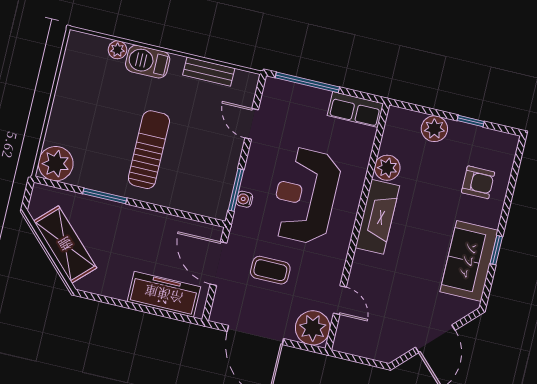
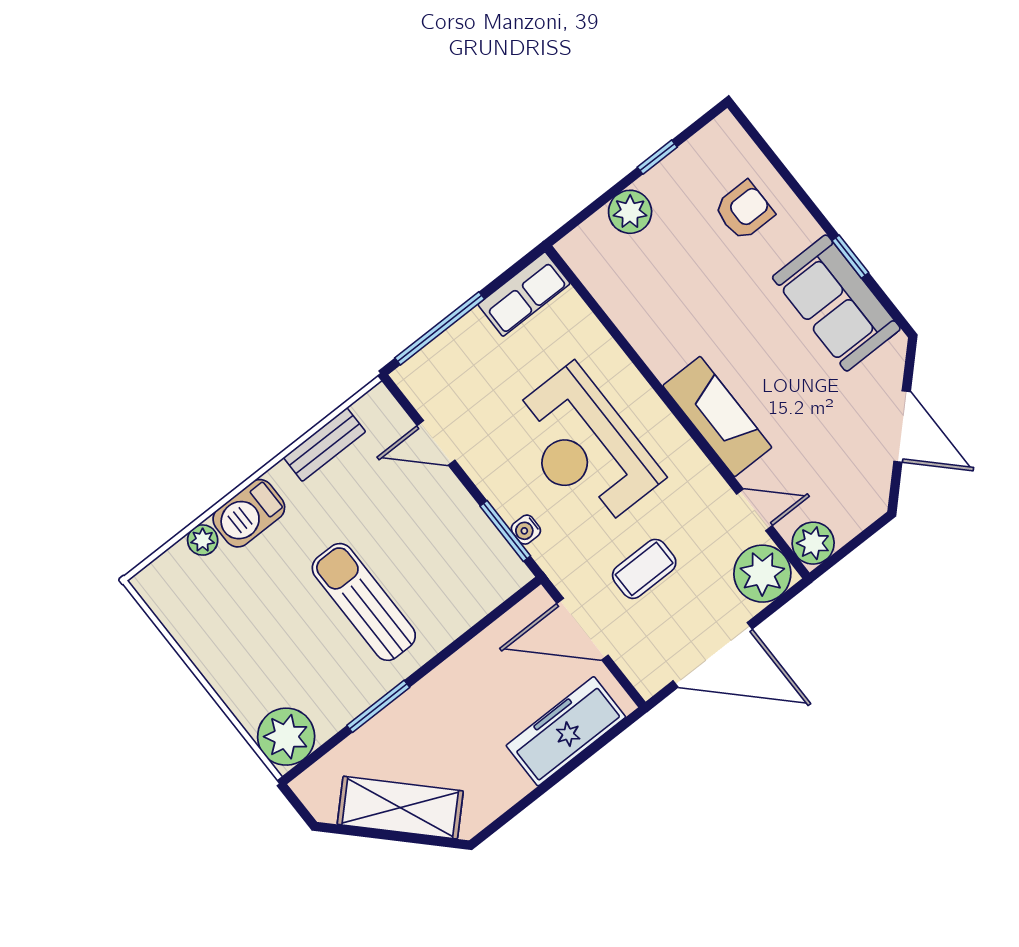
plant: (387, 168) -> (813, 543), moved
fireplace: (377, 217) -> (717, 417), moved

